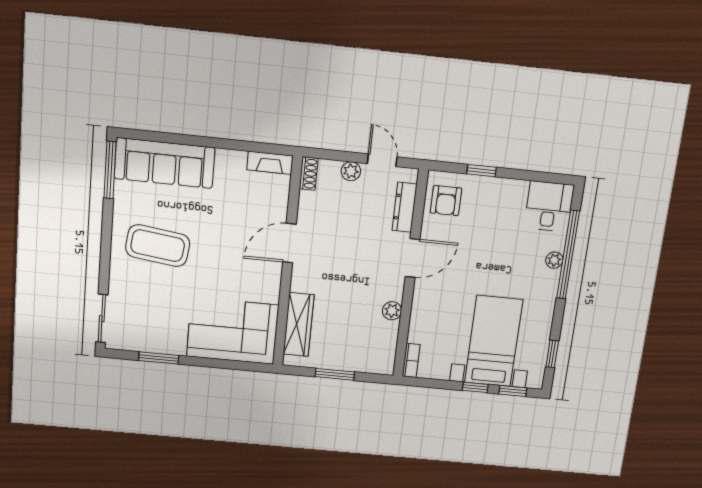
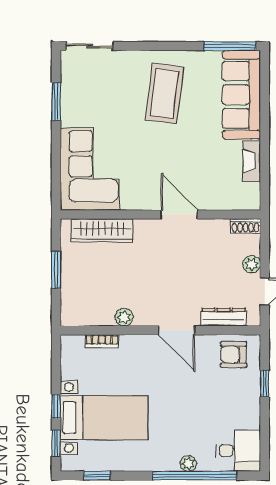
fireplace: (270, 163) -> (252, 161), moved
bookcase: (411, 360) -> (102, 341), moved

